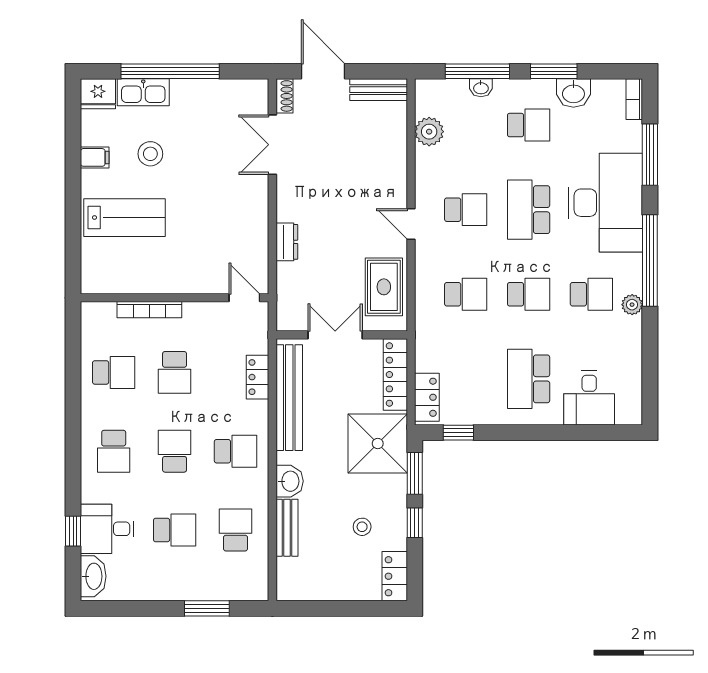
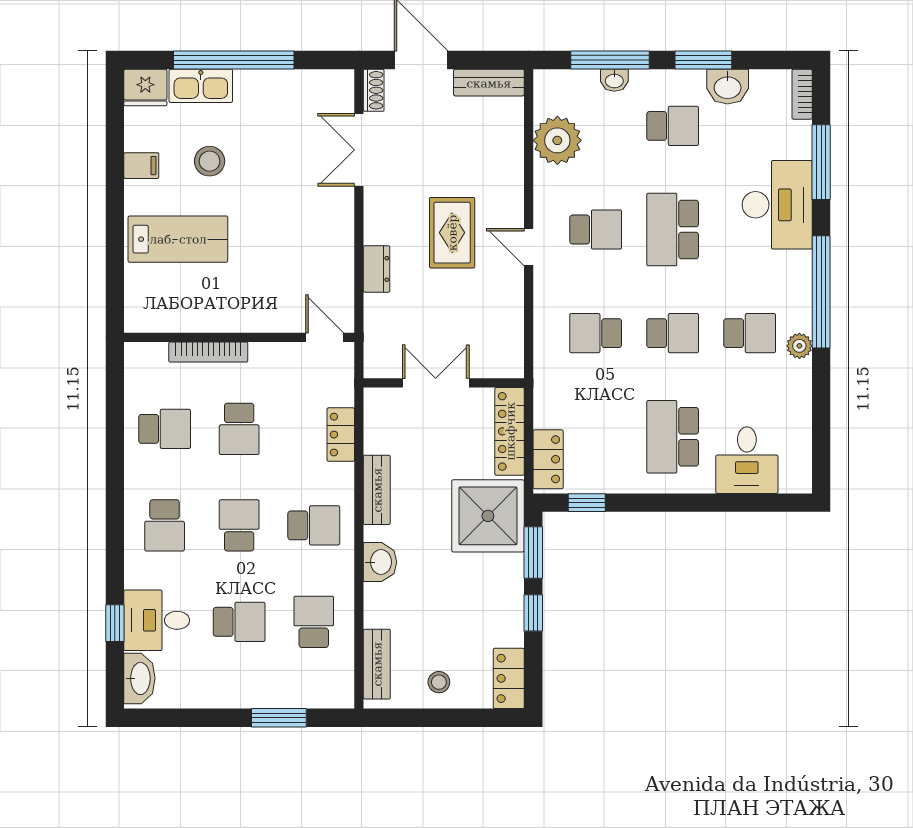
plant: (429, 132) -> (557, 140), width x1.36, depth x1.36
desk: (605, 203) -> (777, 205), width x0.73, depth x0.77
rug: (384, 287) -> (452, 233), moved
school desk: (466, 294) -> (596, 333), turned 180
bench: (289, 398) -> (377, 490), width x0.54, depth x0.82
stool: (362, 527) -> (439, 682), moved
bench: (287, 528) -> (377, 664), moved

